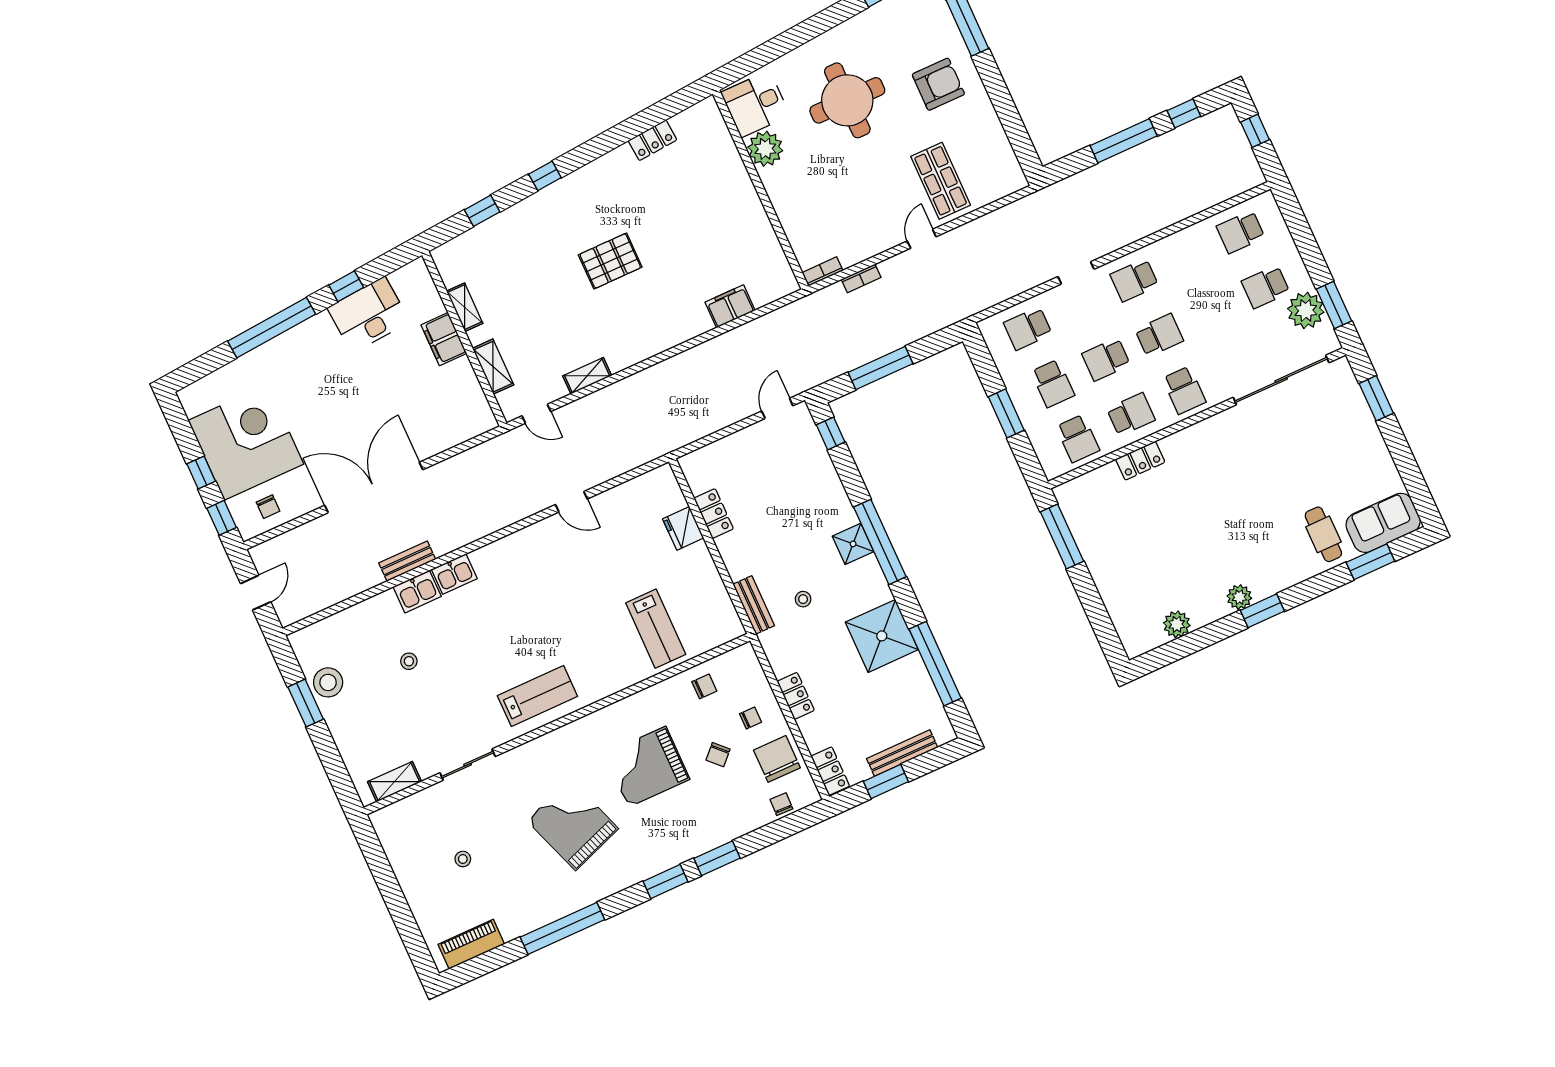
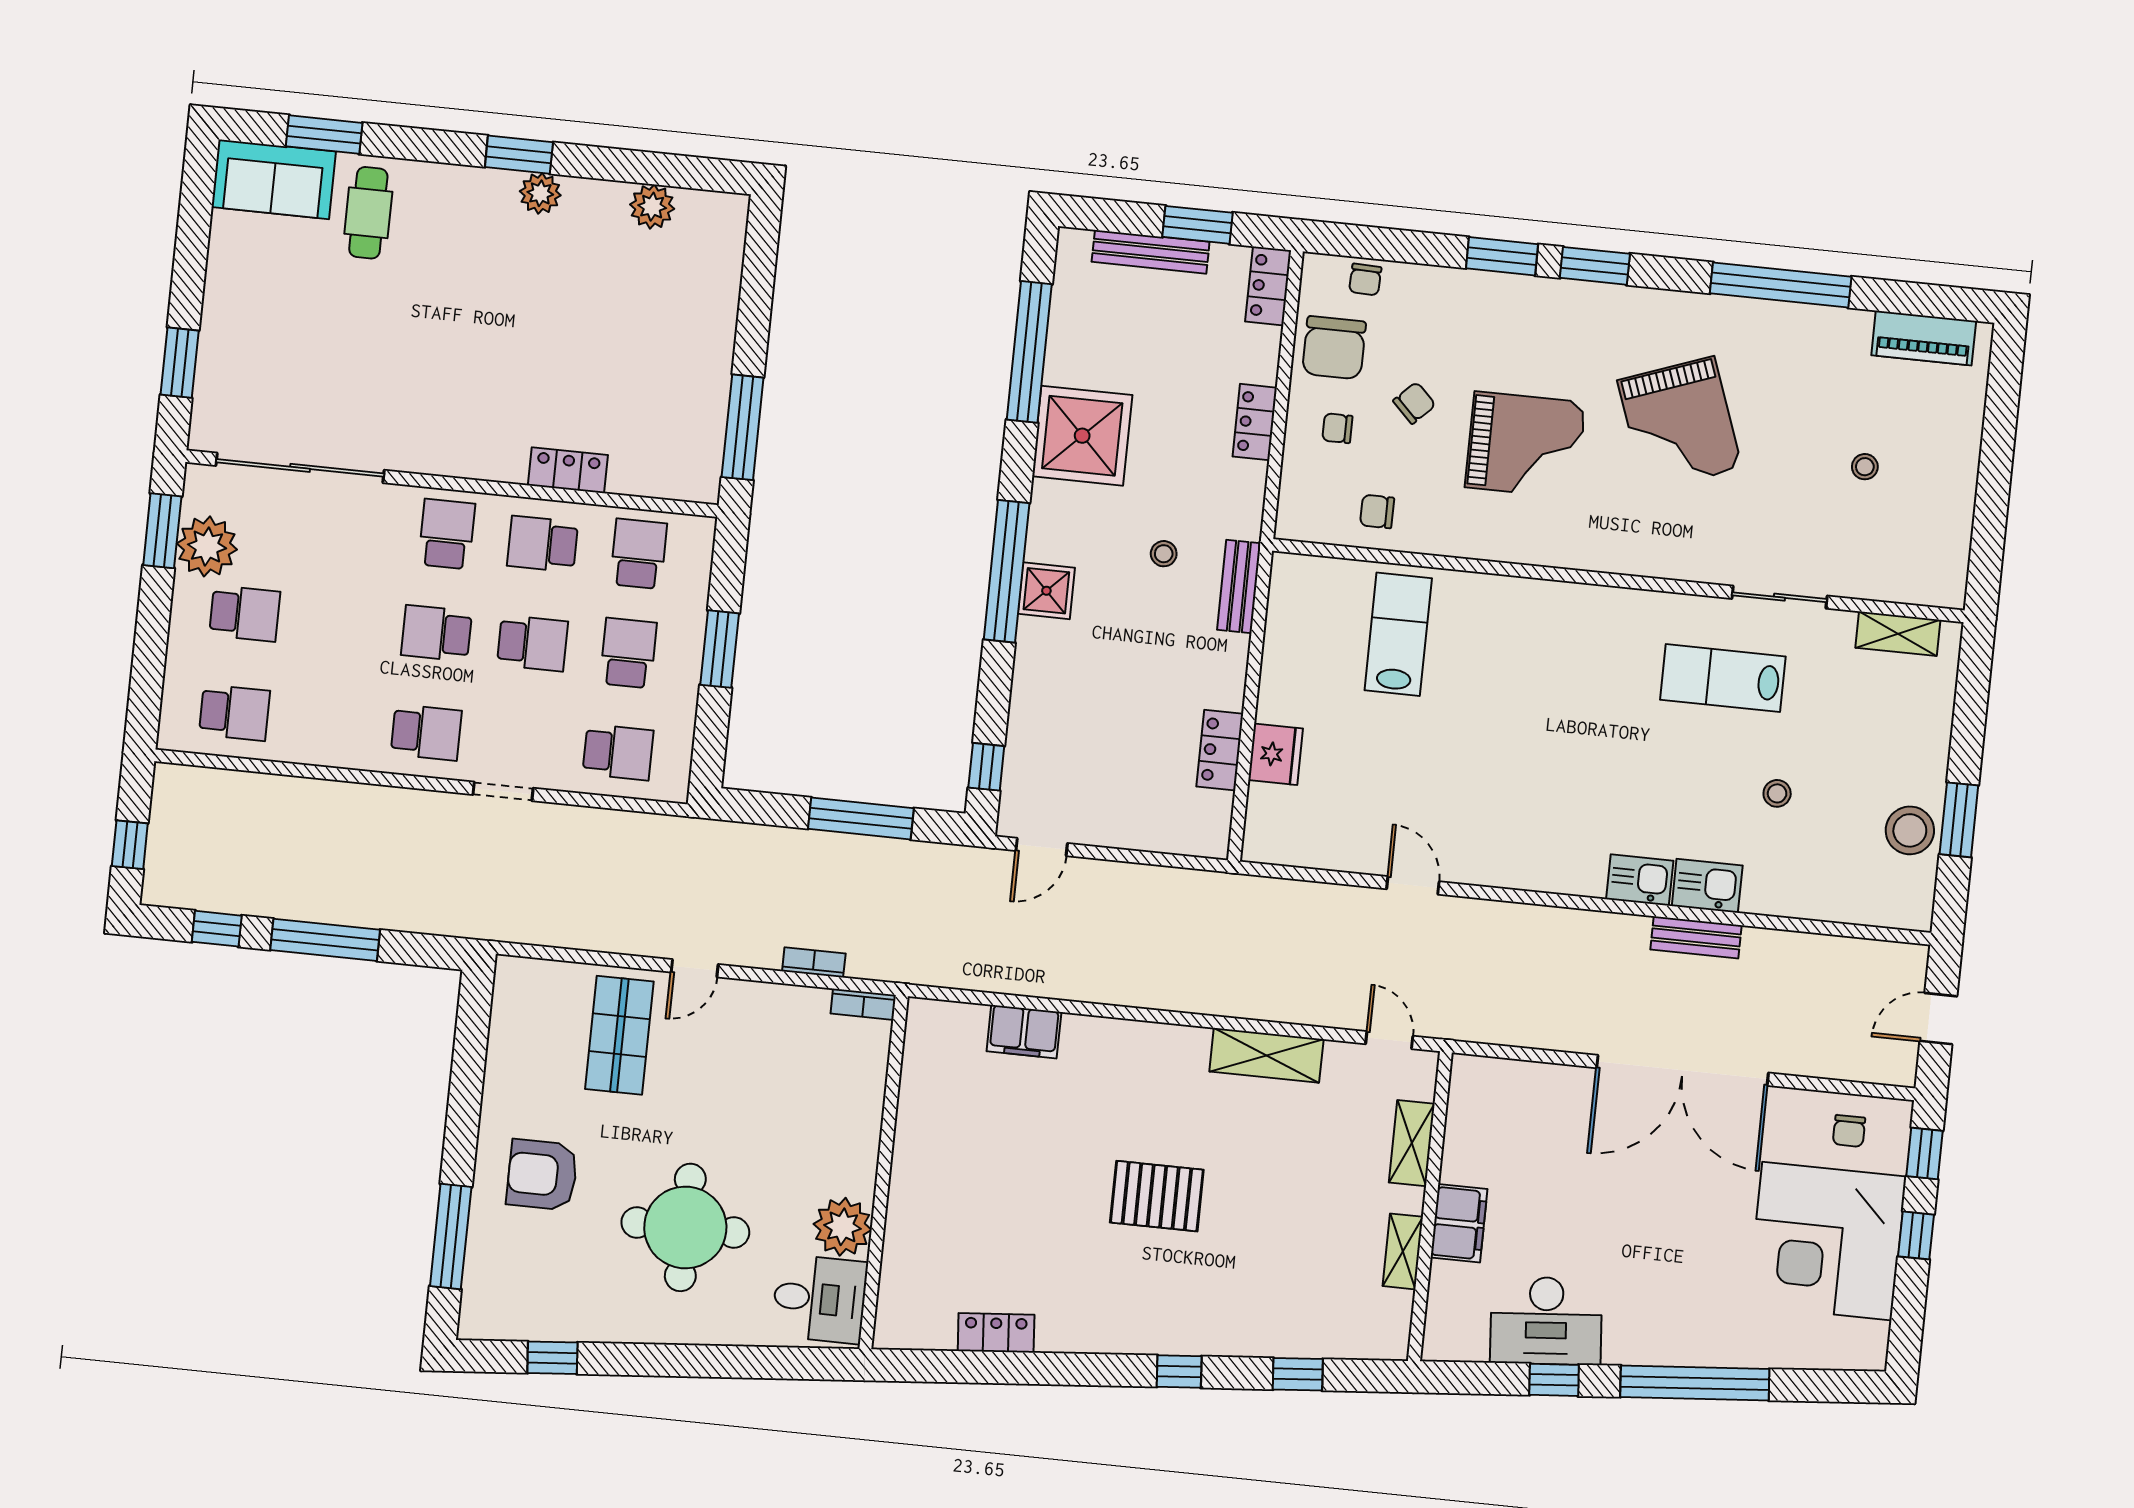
shelving: (587, 376) -> (1266, 1055), width x1.50, depth x1.33
chair: (268, 507) -> (1849, 1131), turned 180
lab bench: (537, 696) -> (1723, 678), moved

